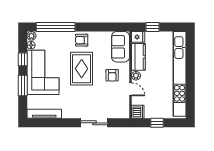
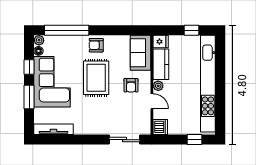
window: (153, 27) -> (191, 30), moved
sliding door: (94, 123) -> (124, 140), moved
window: (157, 123) -> (194, 140), moved

